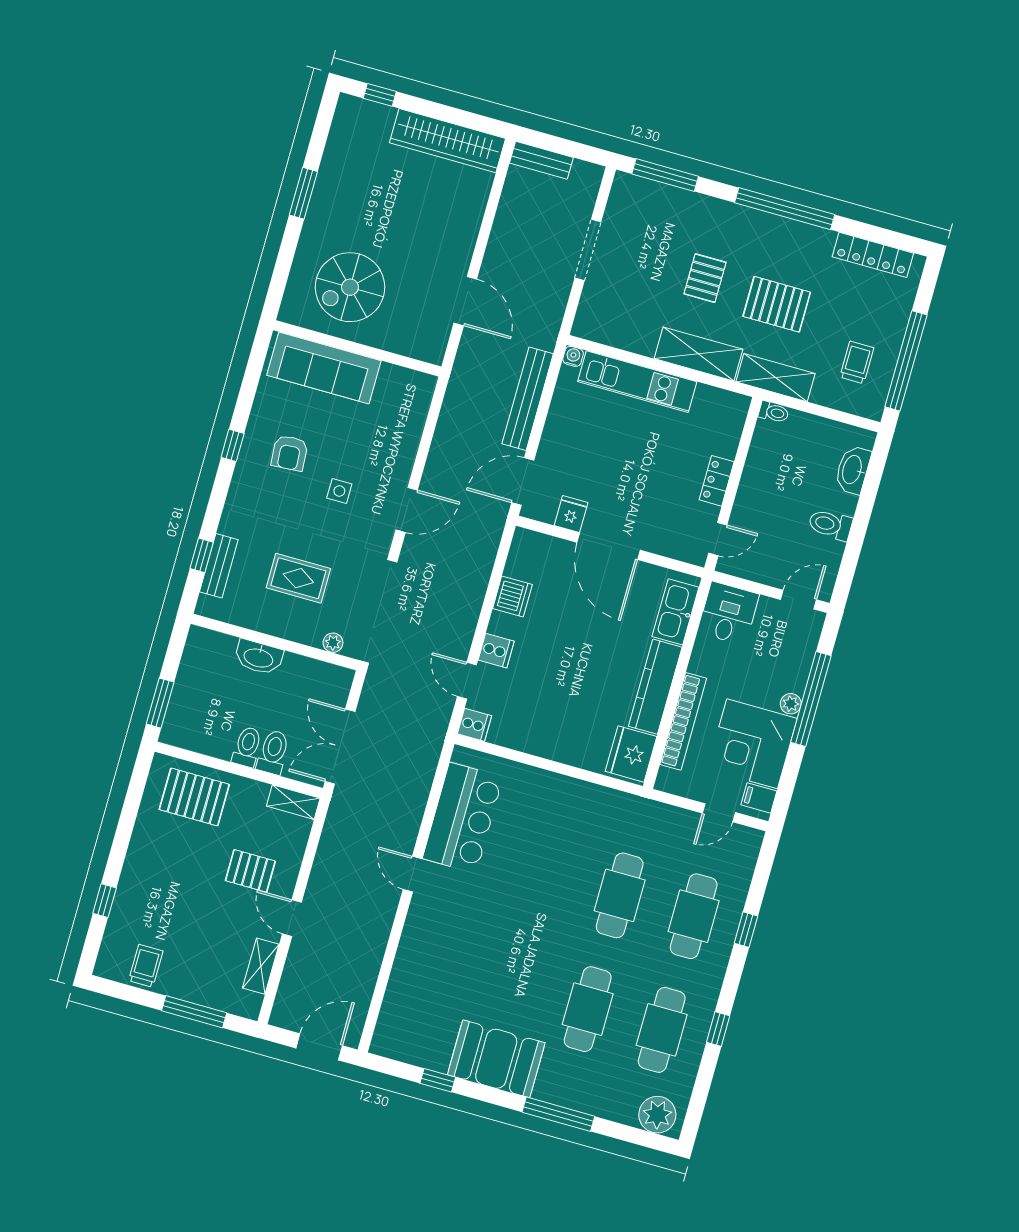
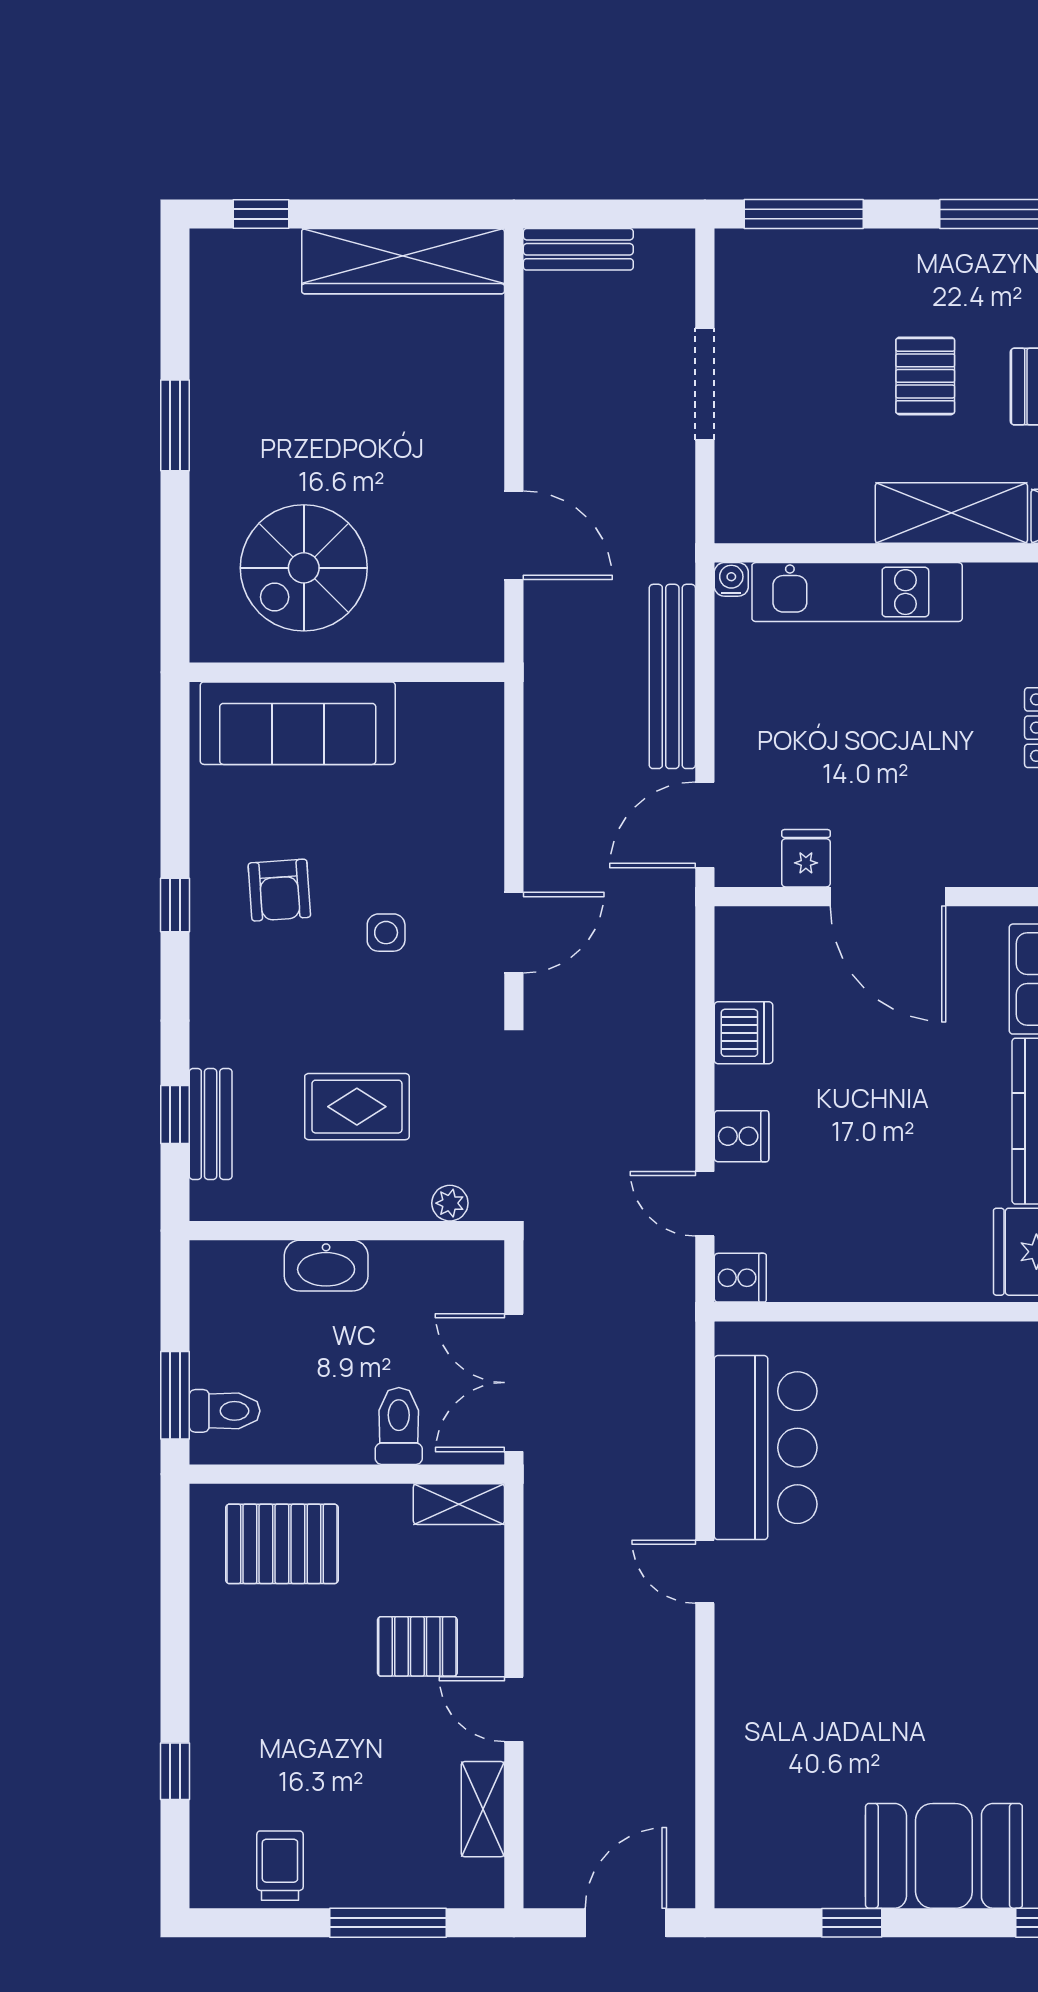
toilet: (247, 747) -> (225, 1411), moved, turned 90

